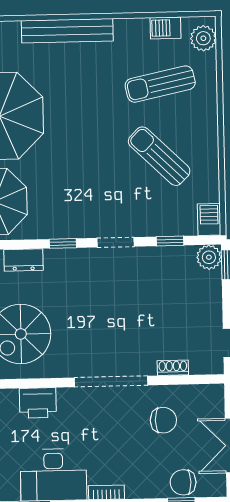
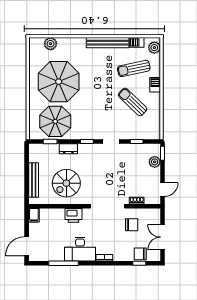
bench: (67, 31) -> (108, 43), moved
barbecue: (209, 219) -> (155, 85), moved
plant: (209, 257) -> (155, 162), moved

